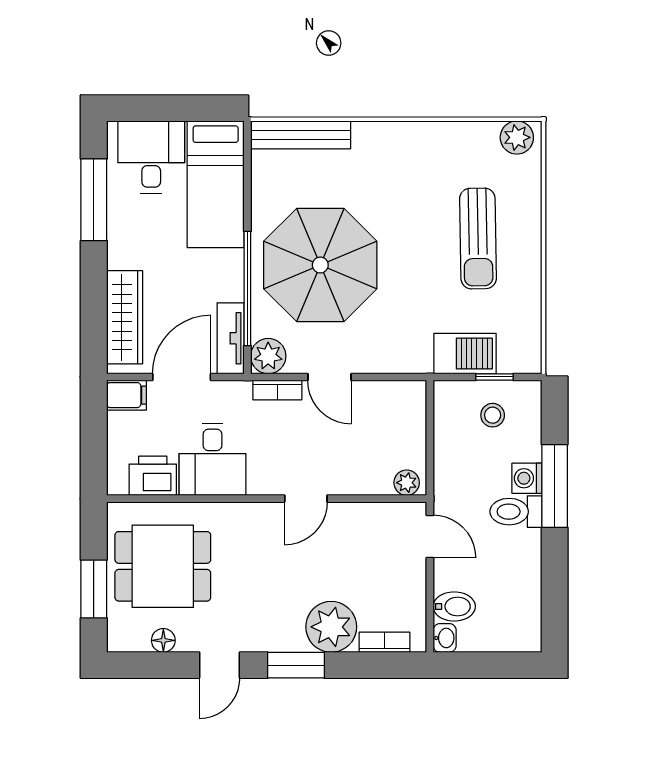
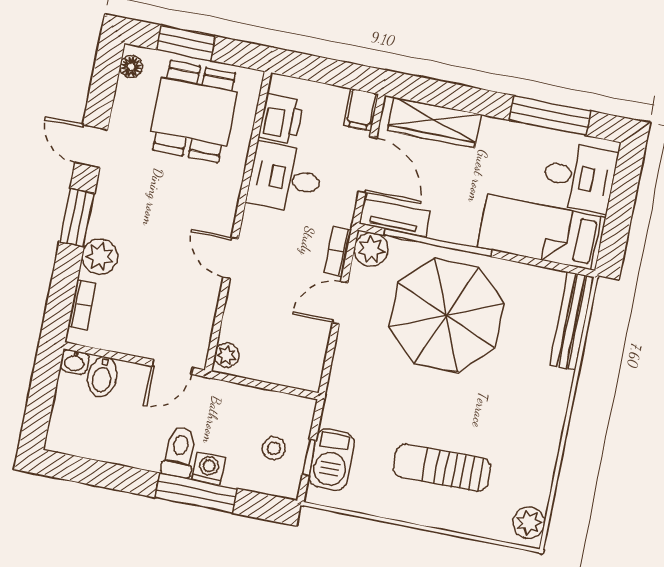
barbecue: (465, 354) -> (332, 460), moved
plant: (331, 627) -> (100, 257), width x0.73, depth x0.73
floor lamp: (163, 640) -> (131, 67), moved

